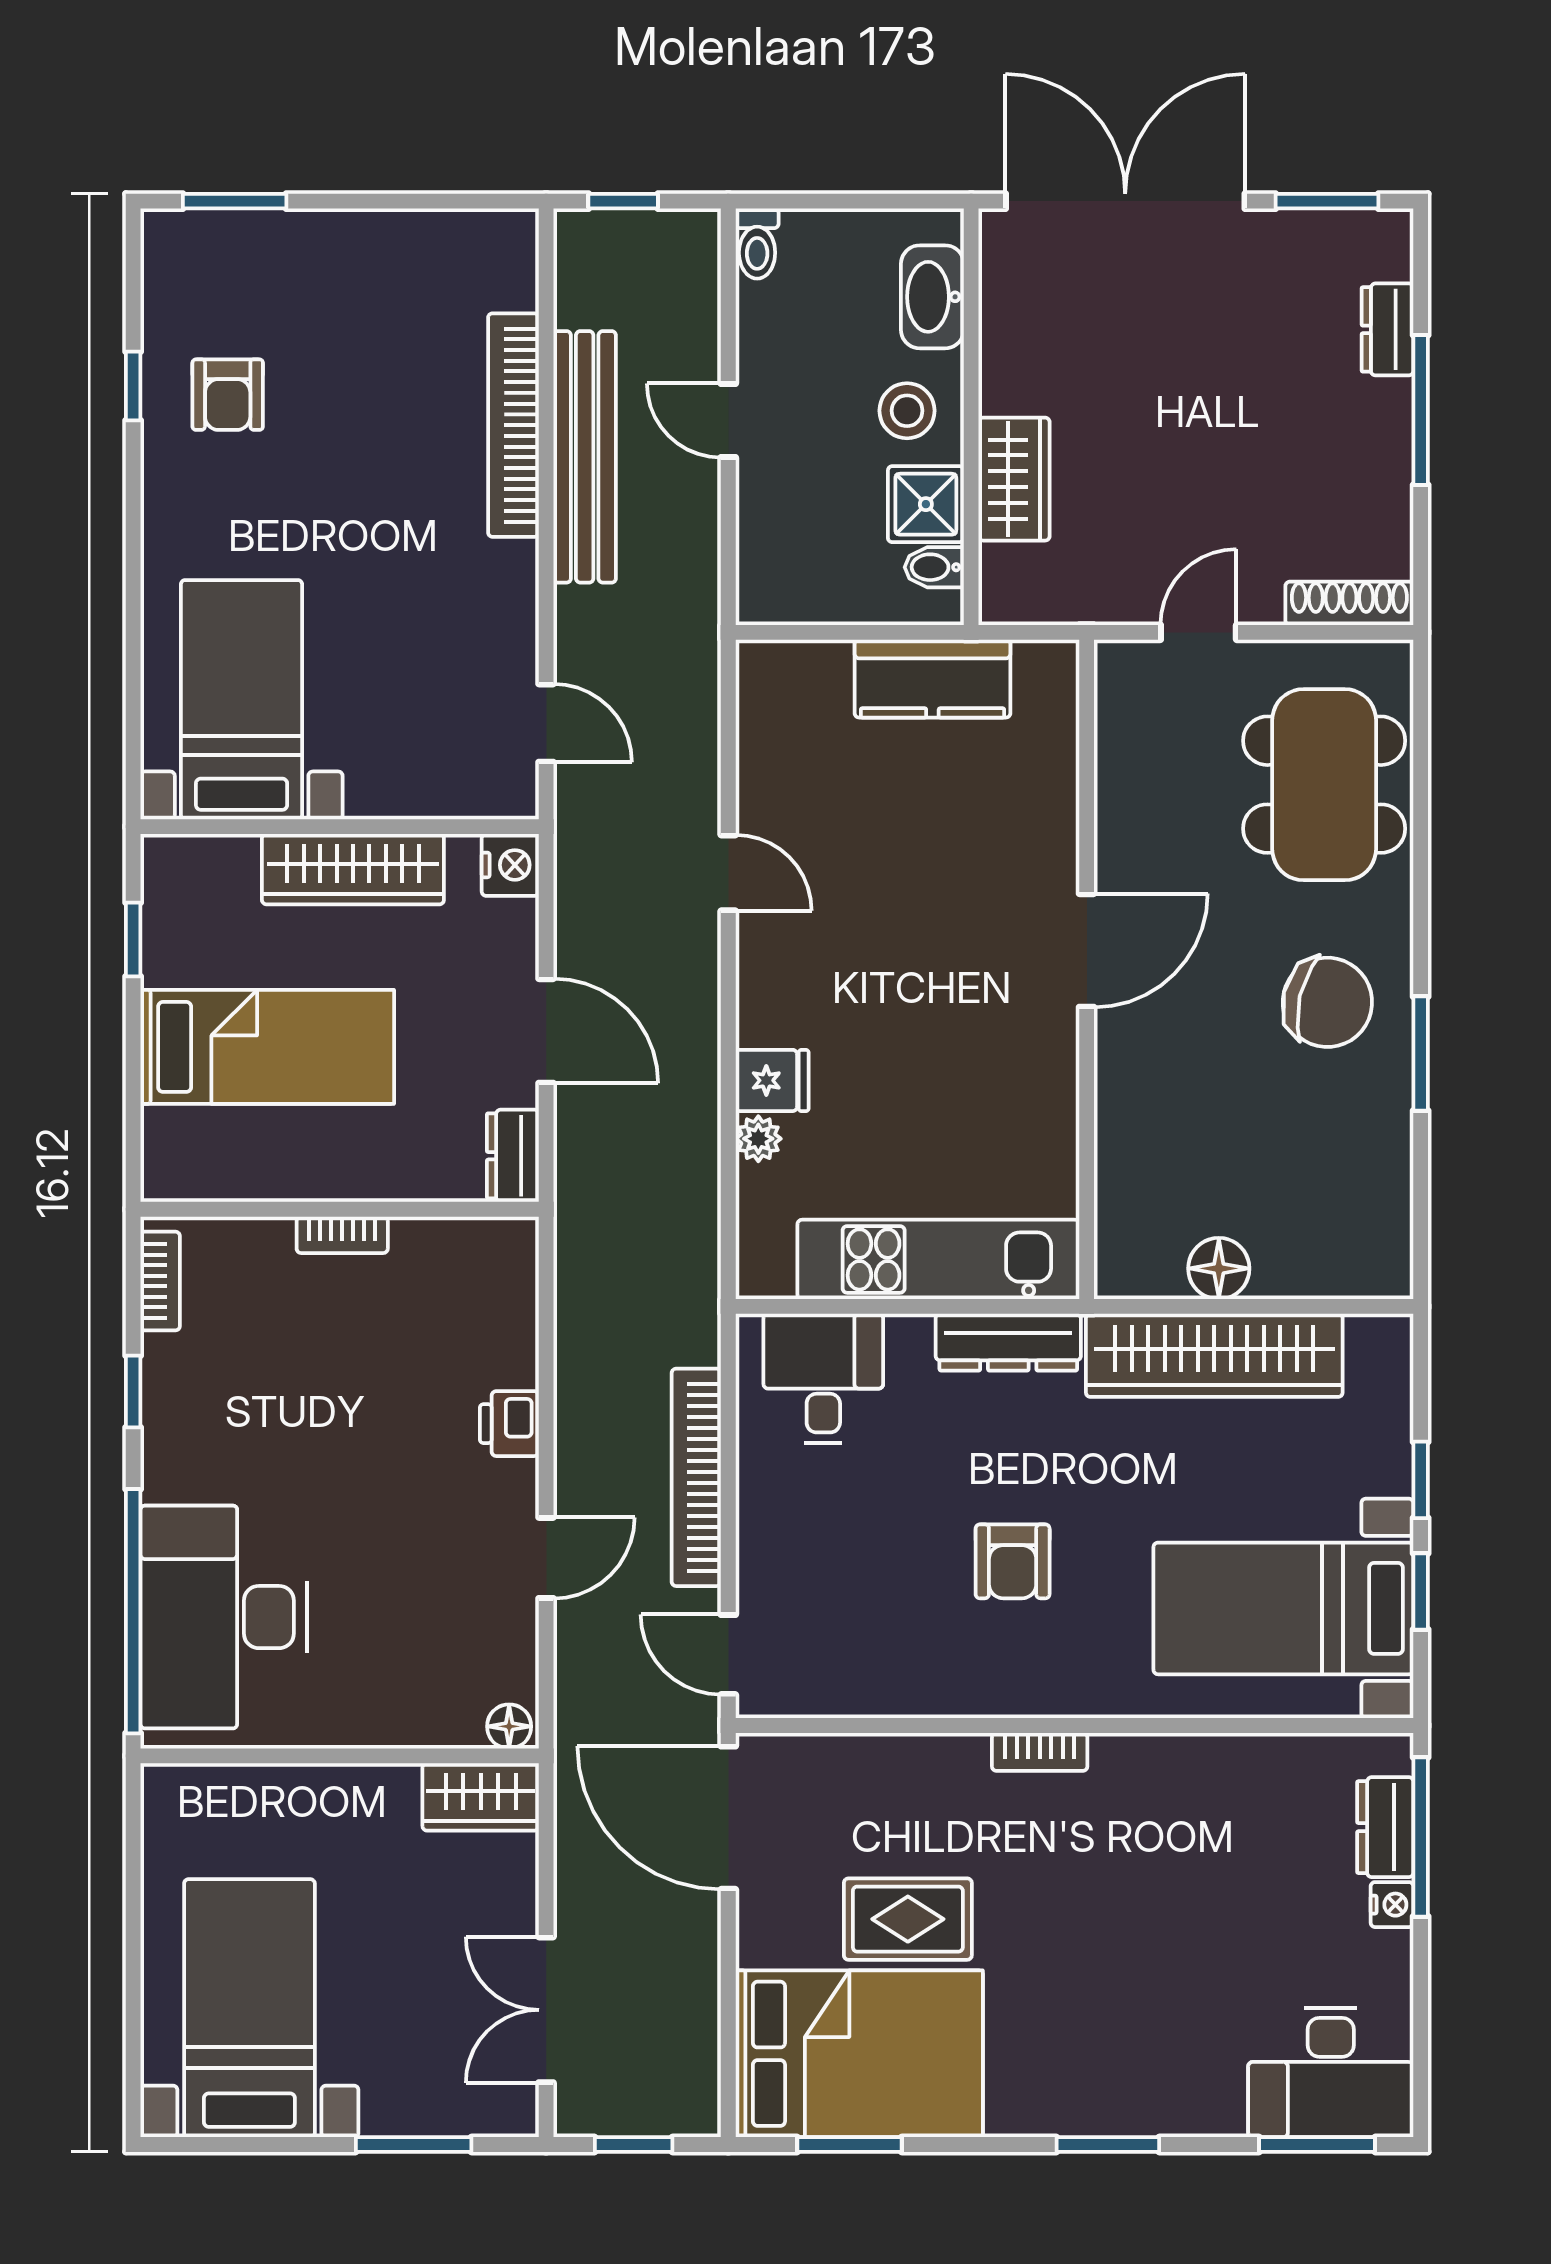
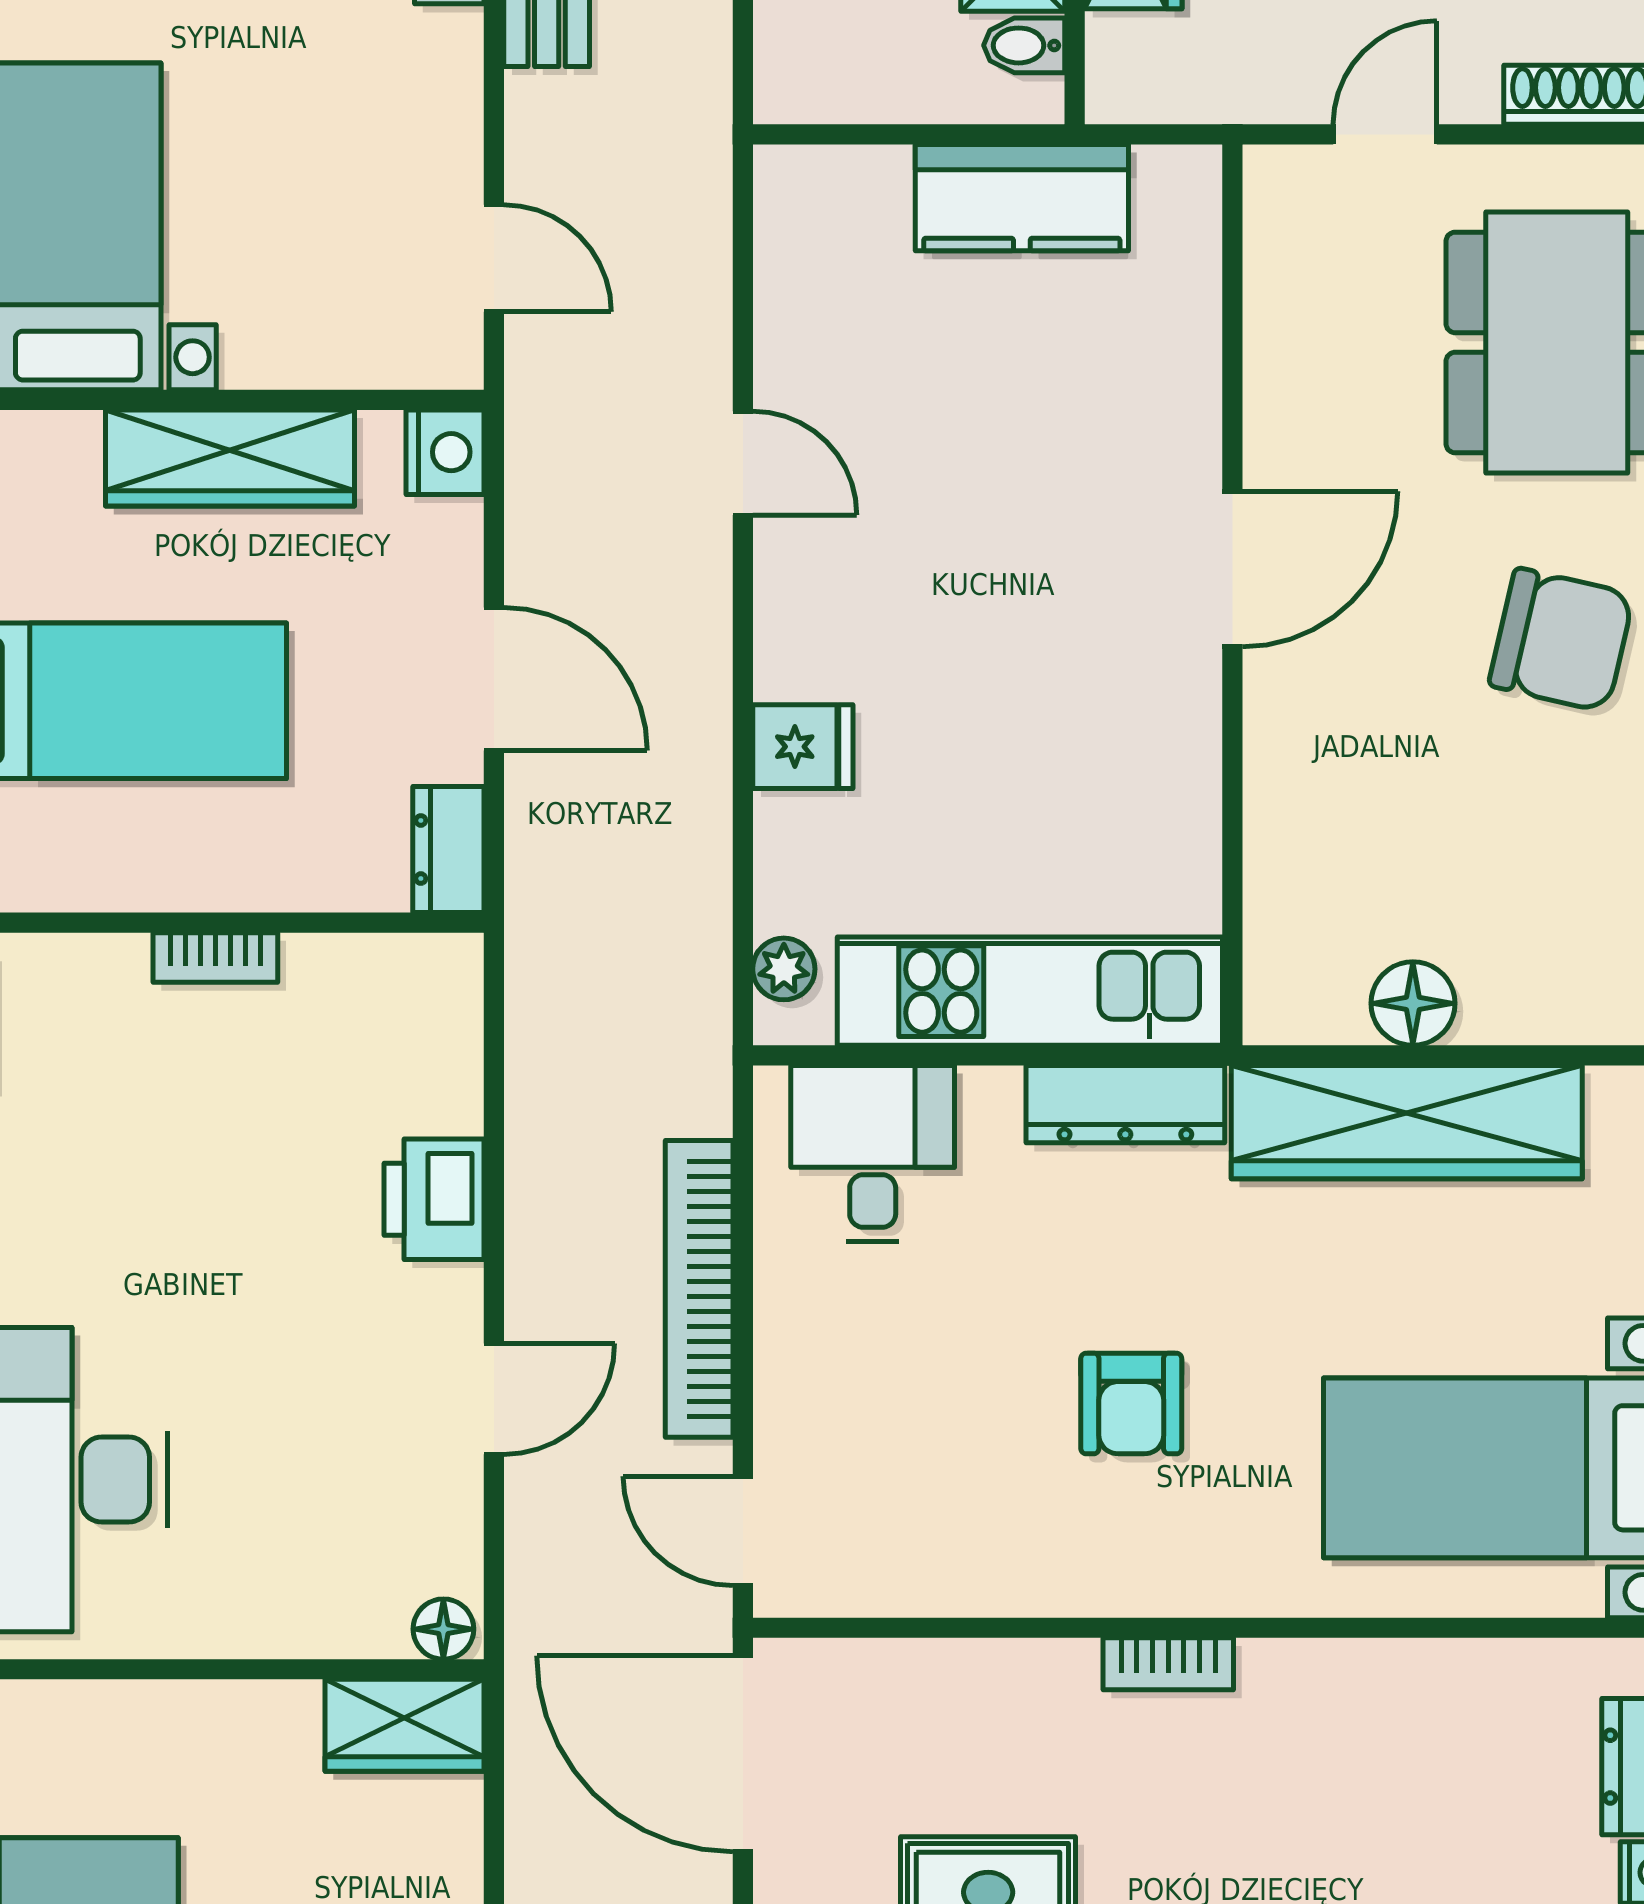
plant: (758, 1139) -> (784, 969), moved
printer: (509, 1424) -> (434, 1199), width x1.36, depth x1.24

